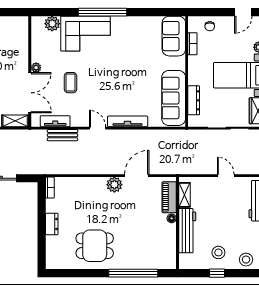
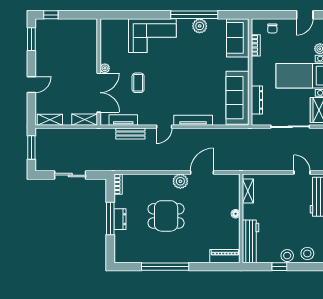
window: (102, 12) -> (194, 15), moved
plant: (52, 24) -> (200, 26), moved
door: (98, 128) -> (164, 127), swing flipped
door: (226, 176) -> (302, 172), moved
piano: (169, 197) -> (225, 256), moved, turned 90
window: (42, 223) -> (110, 219), added
workbench: (187, 231) -> (251, 241), moved
dining table: (95, 246) -> (166, 216), moved
stool: (218, 252) -> (287, 256), moved
window: (133, 273) -> (165, 267), moved

